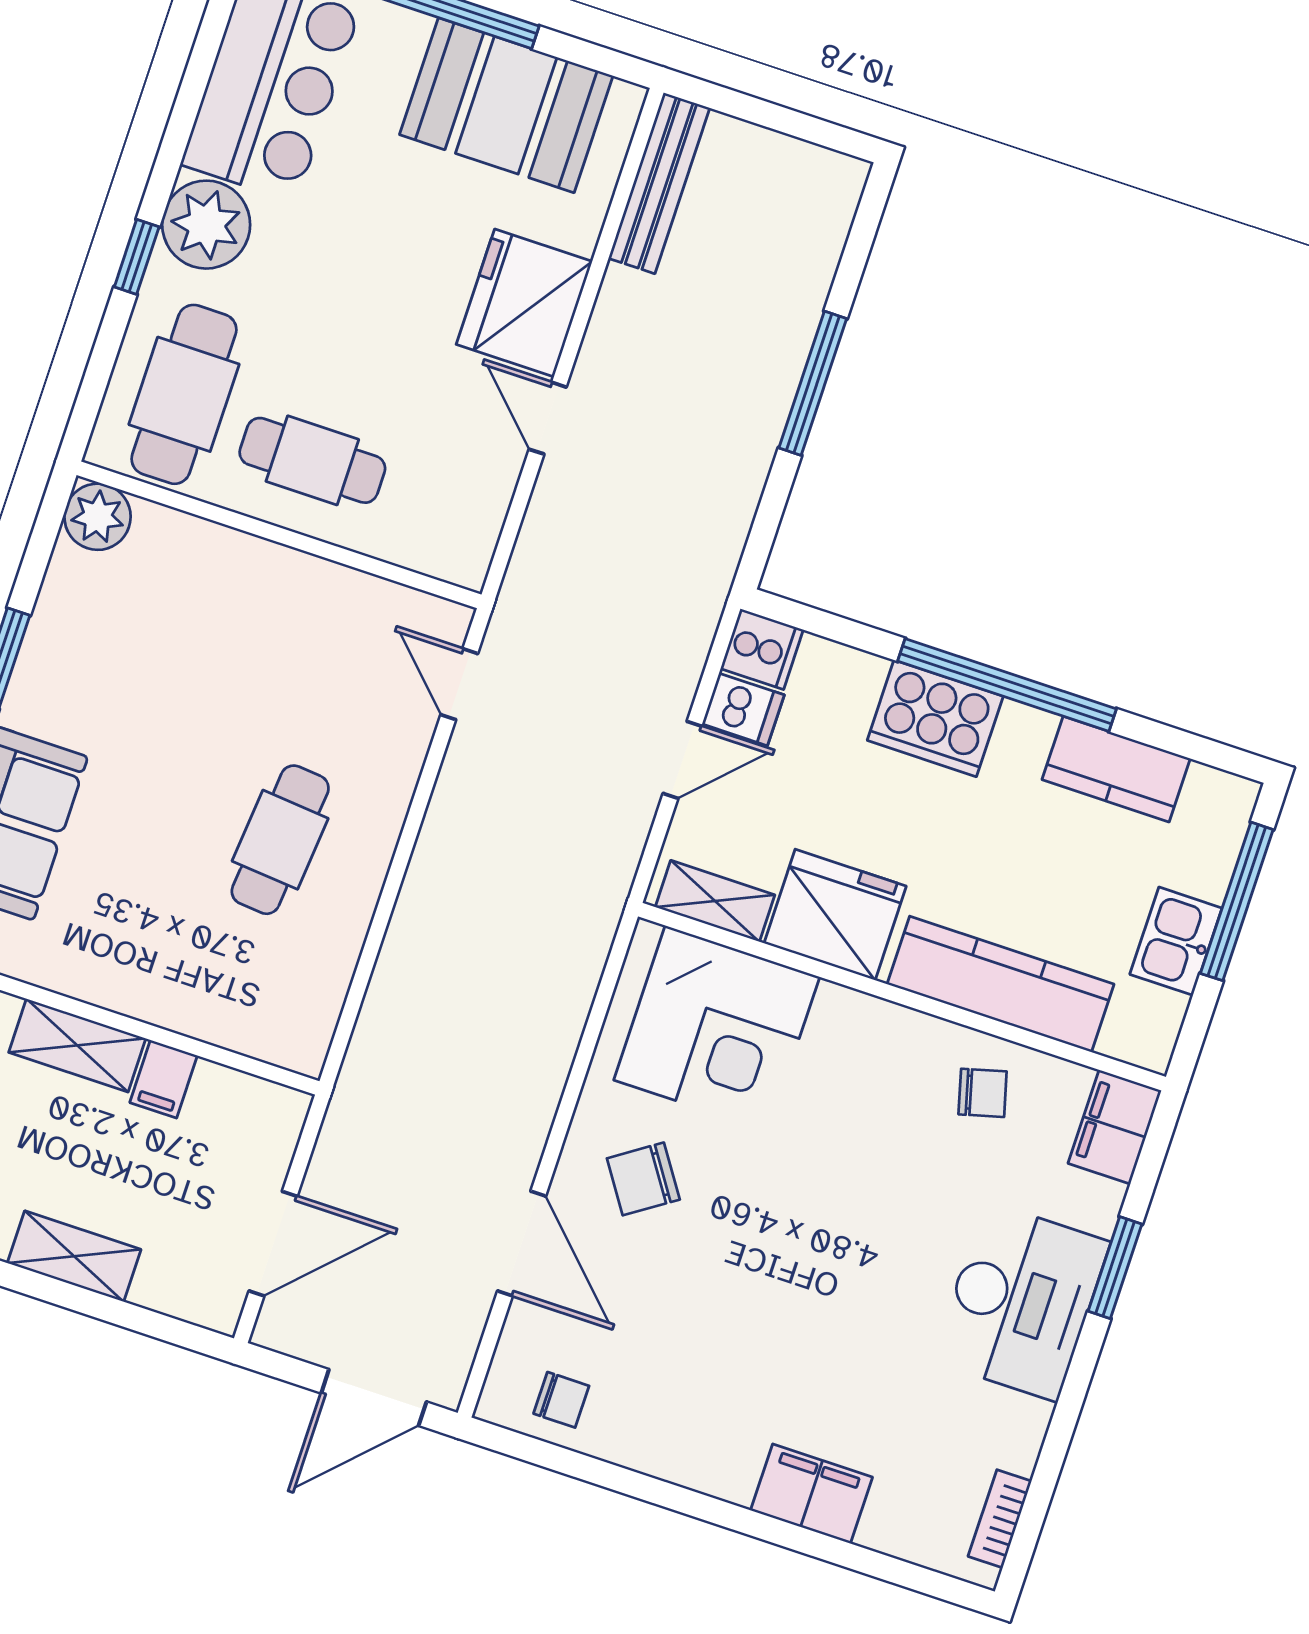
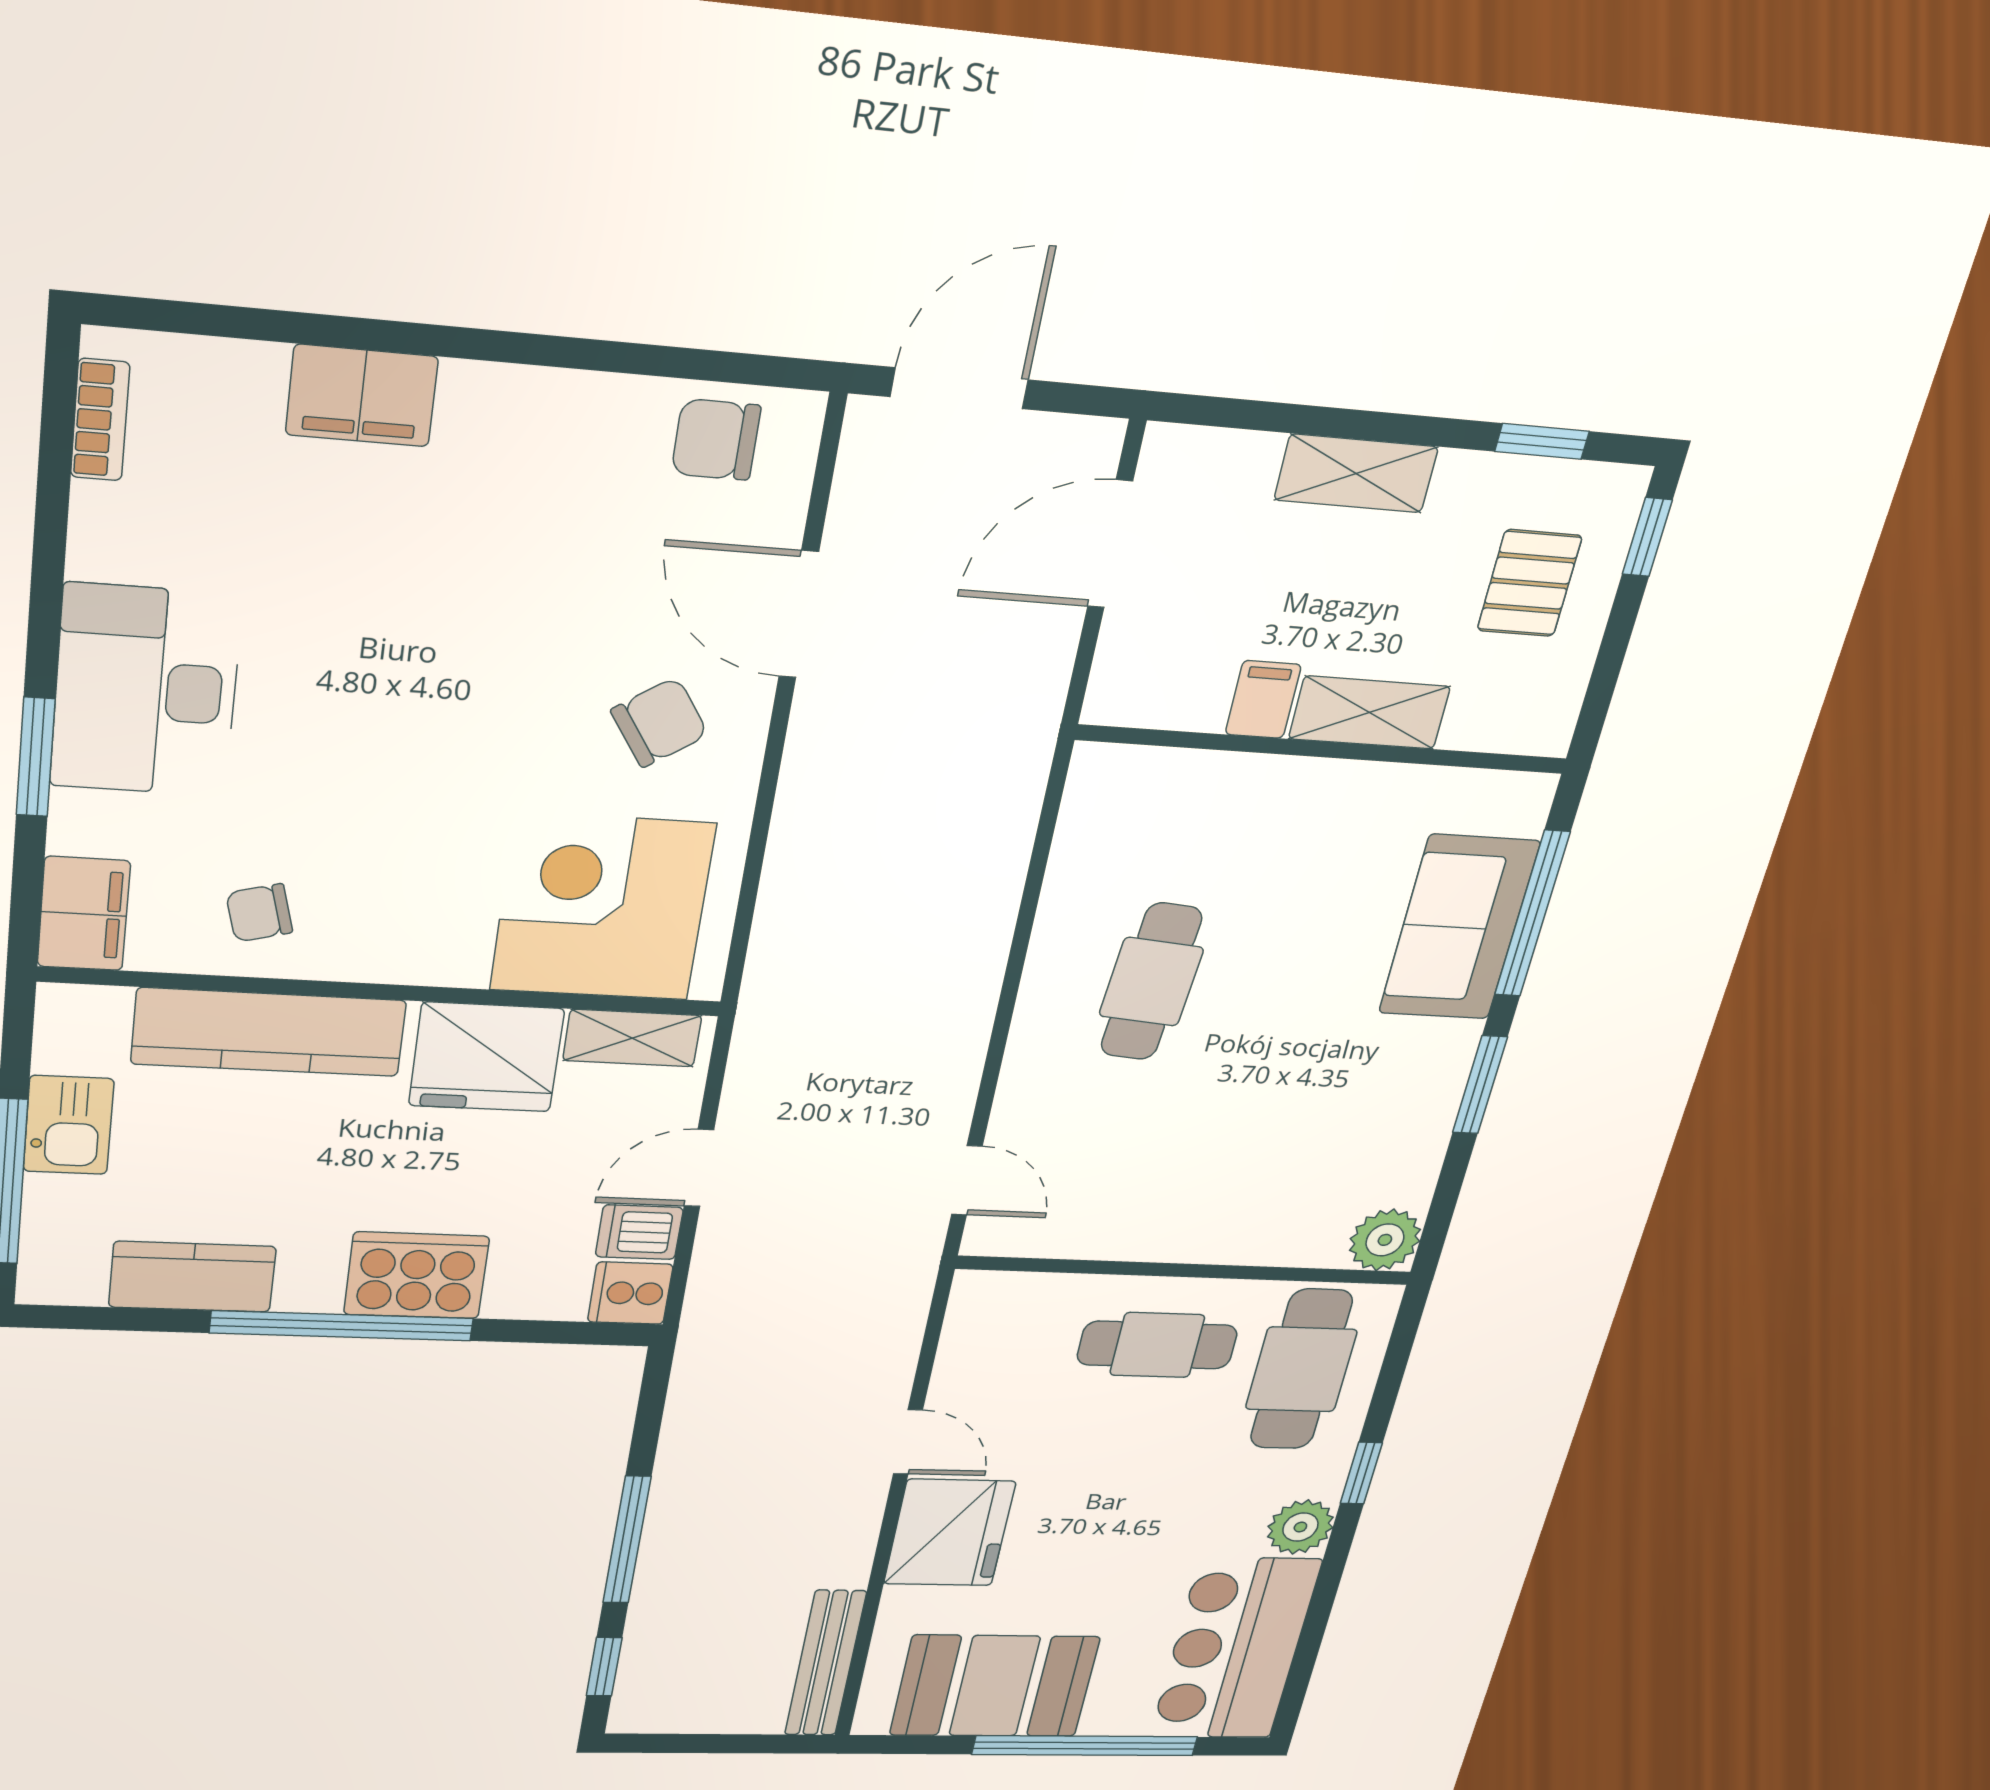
plant: (206, 225) -> (1300, 1527), width x0.73, depth x0.73
window: (860, 243) -> (604, 1667), added
chair: (561, 1400) -> (716, 440), width x1.37, depth x1.37

